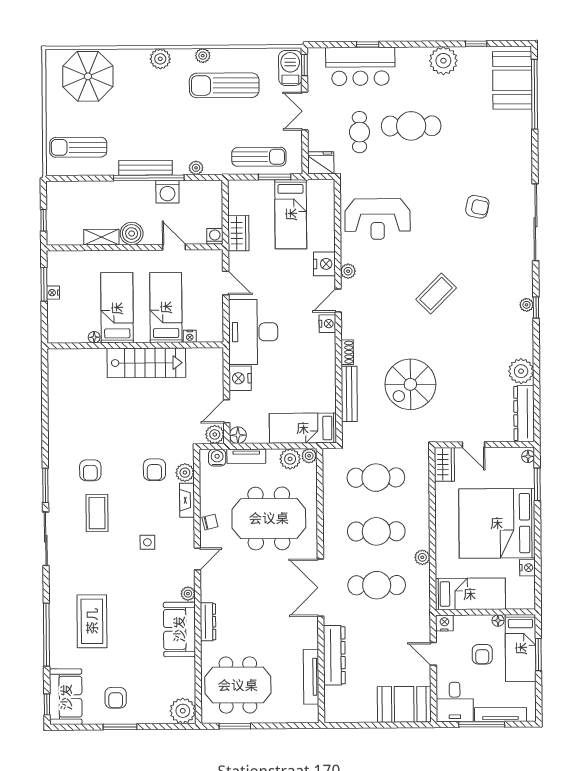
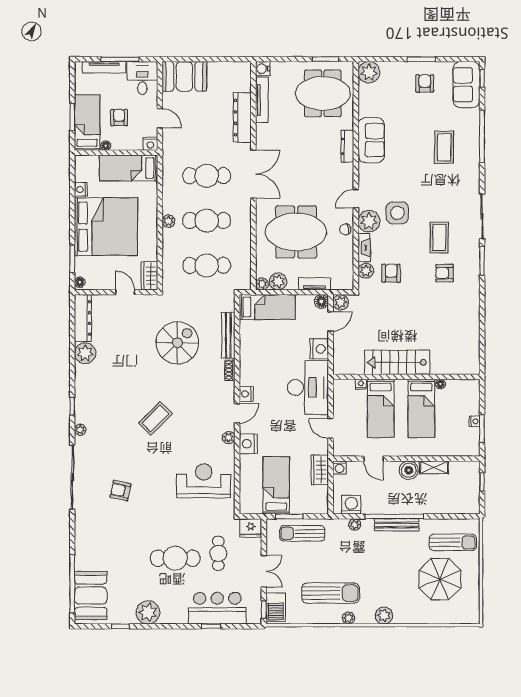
parasol: (88, 76) -> (440, 579), moved
washing machine: (167, 192) -> (351, 505), moved
plant: (527, 305) -> (80, 430), moved
water cooler: (217, 458) -> (263, 69), moved, turned 90
armchair: (90, 470) -> (445, 273), turned -90
side table: (147, 542) -> (397, 213), width x1.87, depth x1.87
plant: (422, 557) -> (168, 221), moved
plant: (188, 594) -> (369, 221), moved, width x1.87, depth x1.87
coffee table: (92, 621) -> (444, 147), width x0.73, depth x0.76

